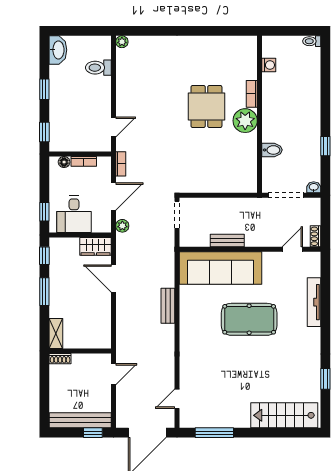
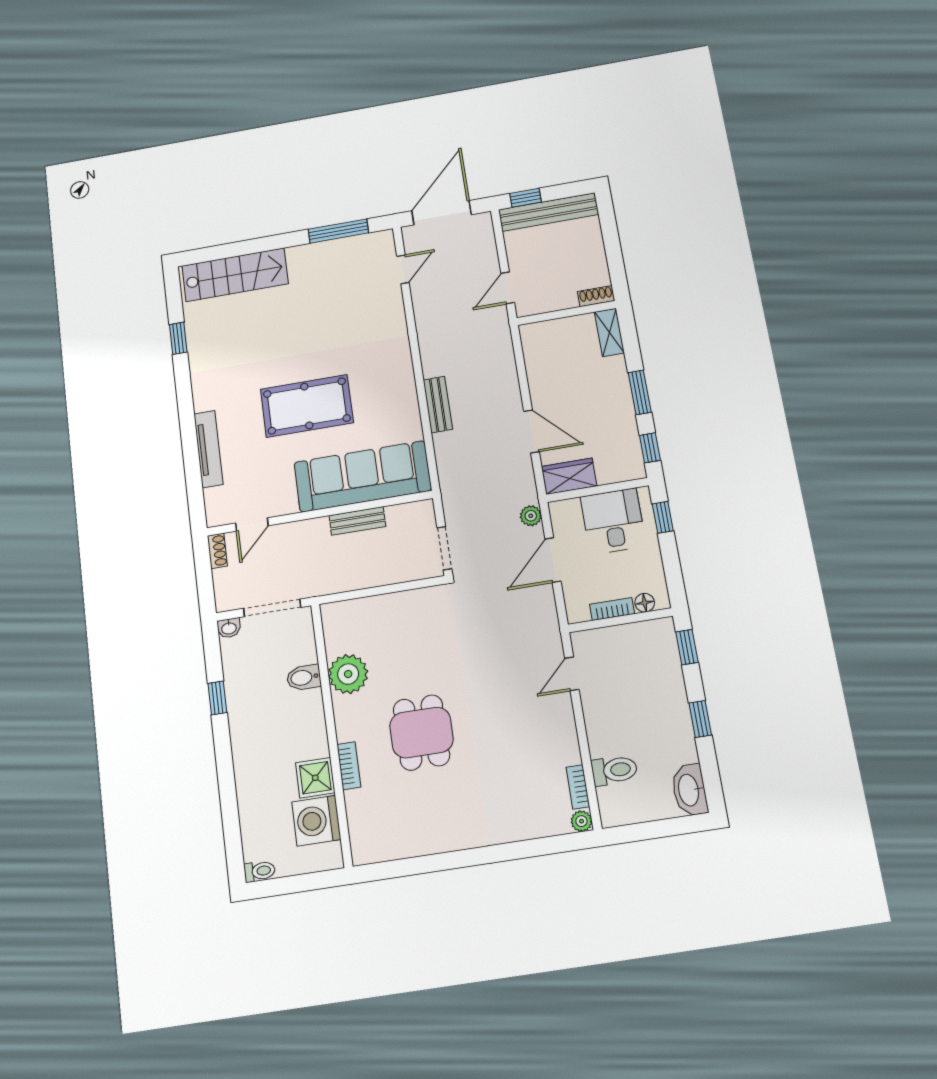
washing machine: (269, 65) -> (316, 821), width x1.89, depth x1.89
shower: (272, 90) -> (315, 778), added
plant: (245, 121) -> (348, 674), moved
bookcase: (121, 164) -> (578, 787), moved

